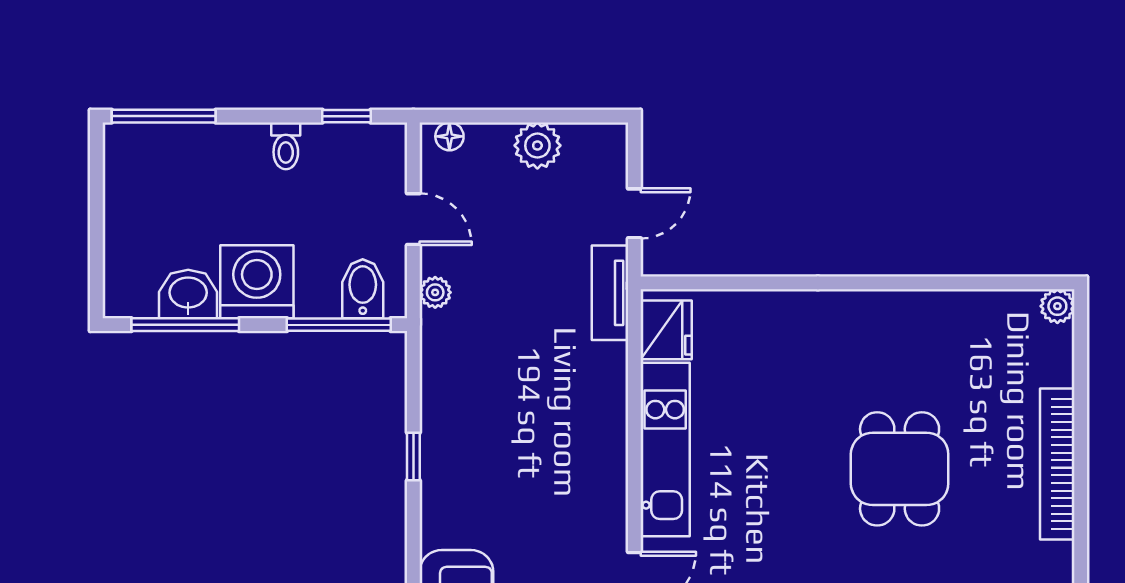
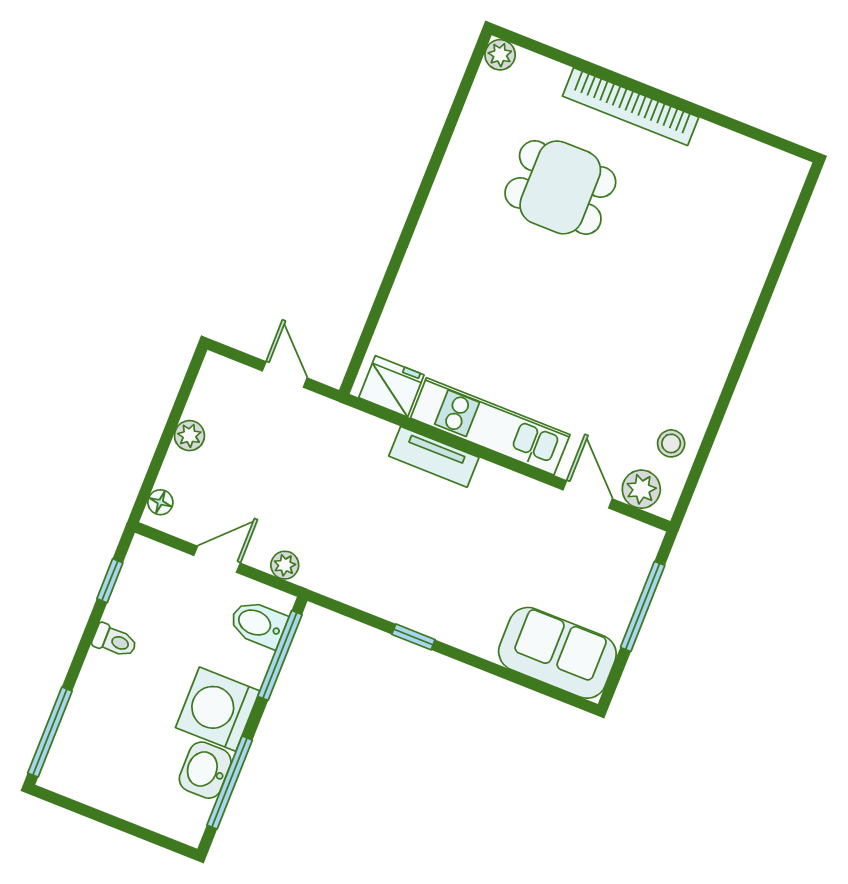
plant: (537, 146) -> (189, 436), width x0.73, depth x0.73
tv unit: (610, 293) -> (434, 457), moved
dining table: (900, 469) -> (560, 187), moved

